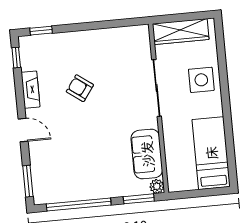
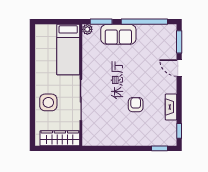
armchair: (80, 88) -> (136, 105), turned -126
door: (23, 130) -> (179, 68), moved
bed: (211, 153) -> (68, 49), moved
sofa: (147, 154) -> (118, 34), moved, turned 90

